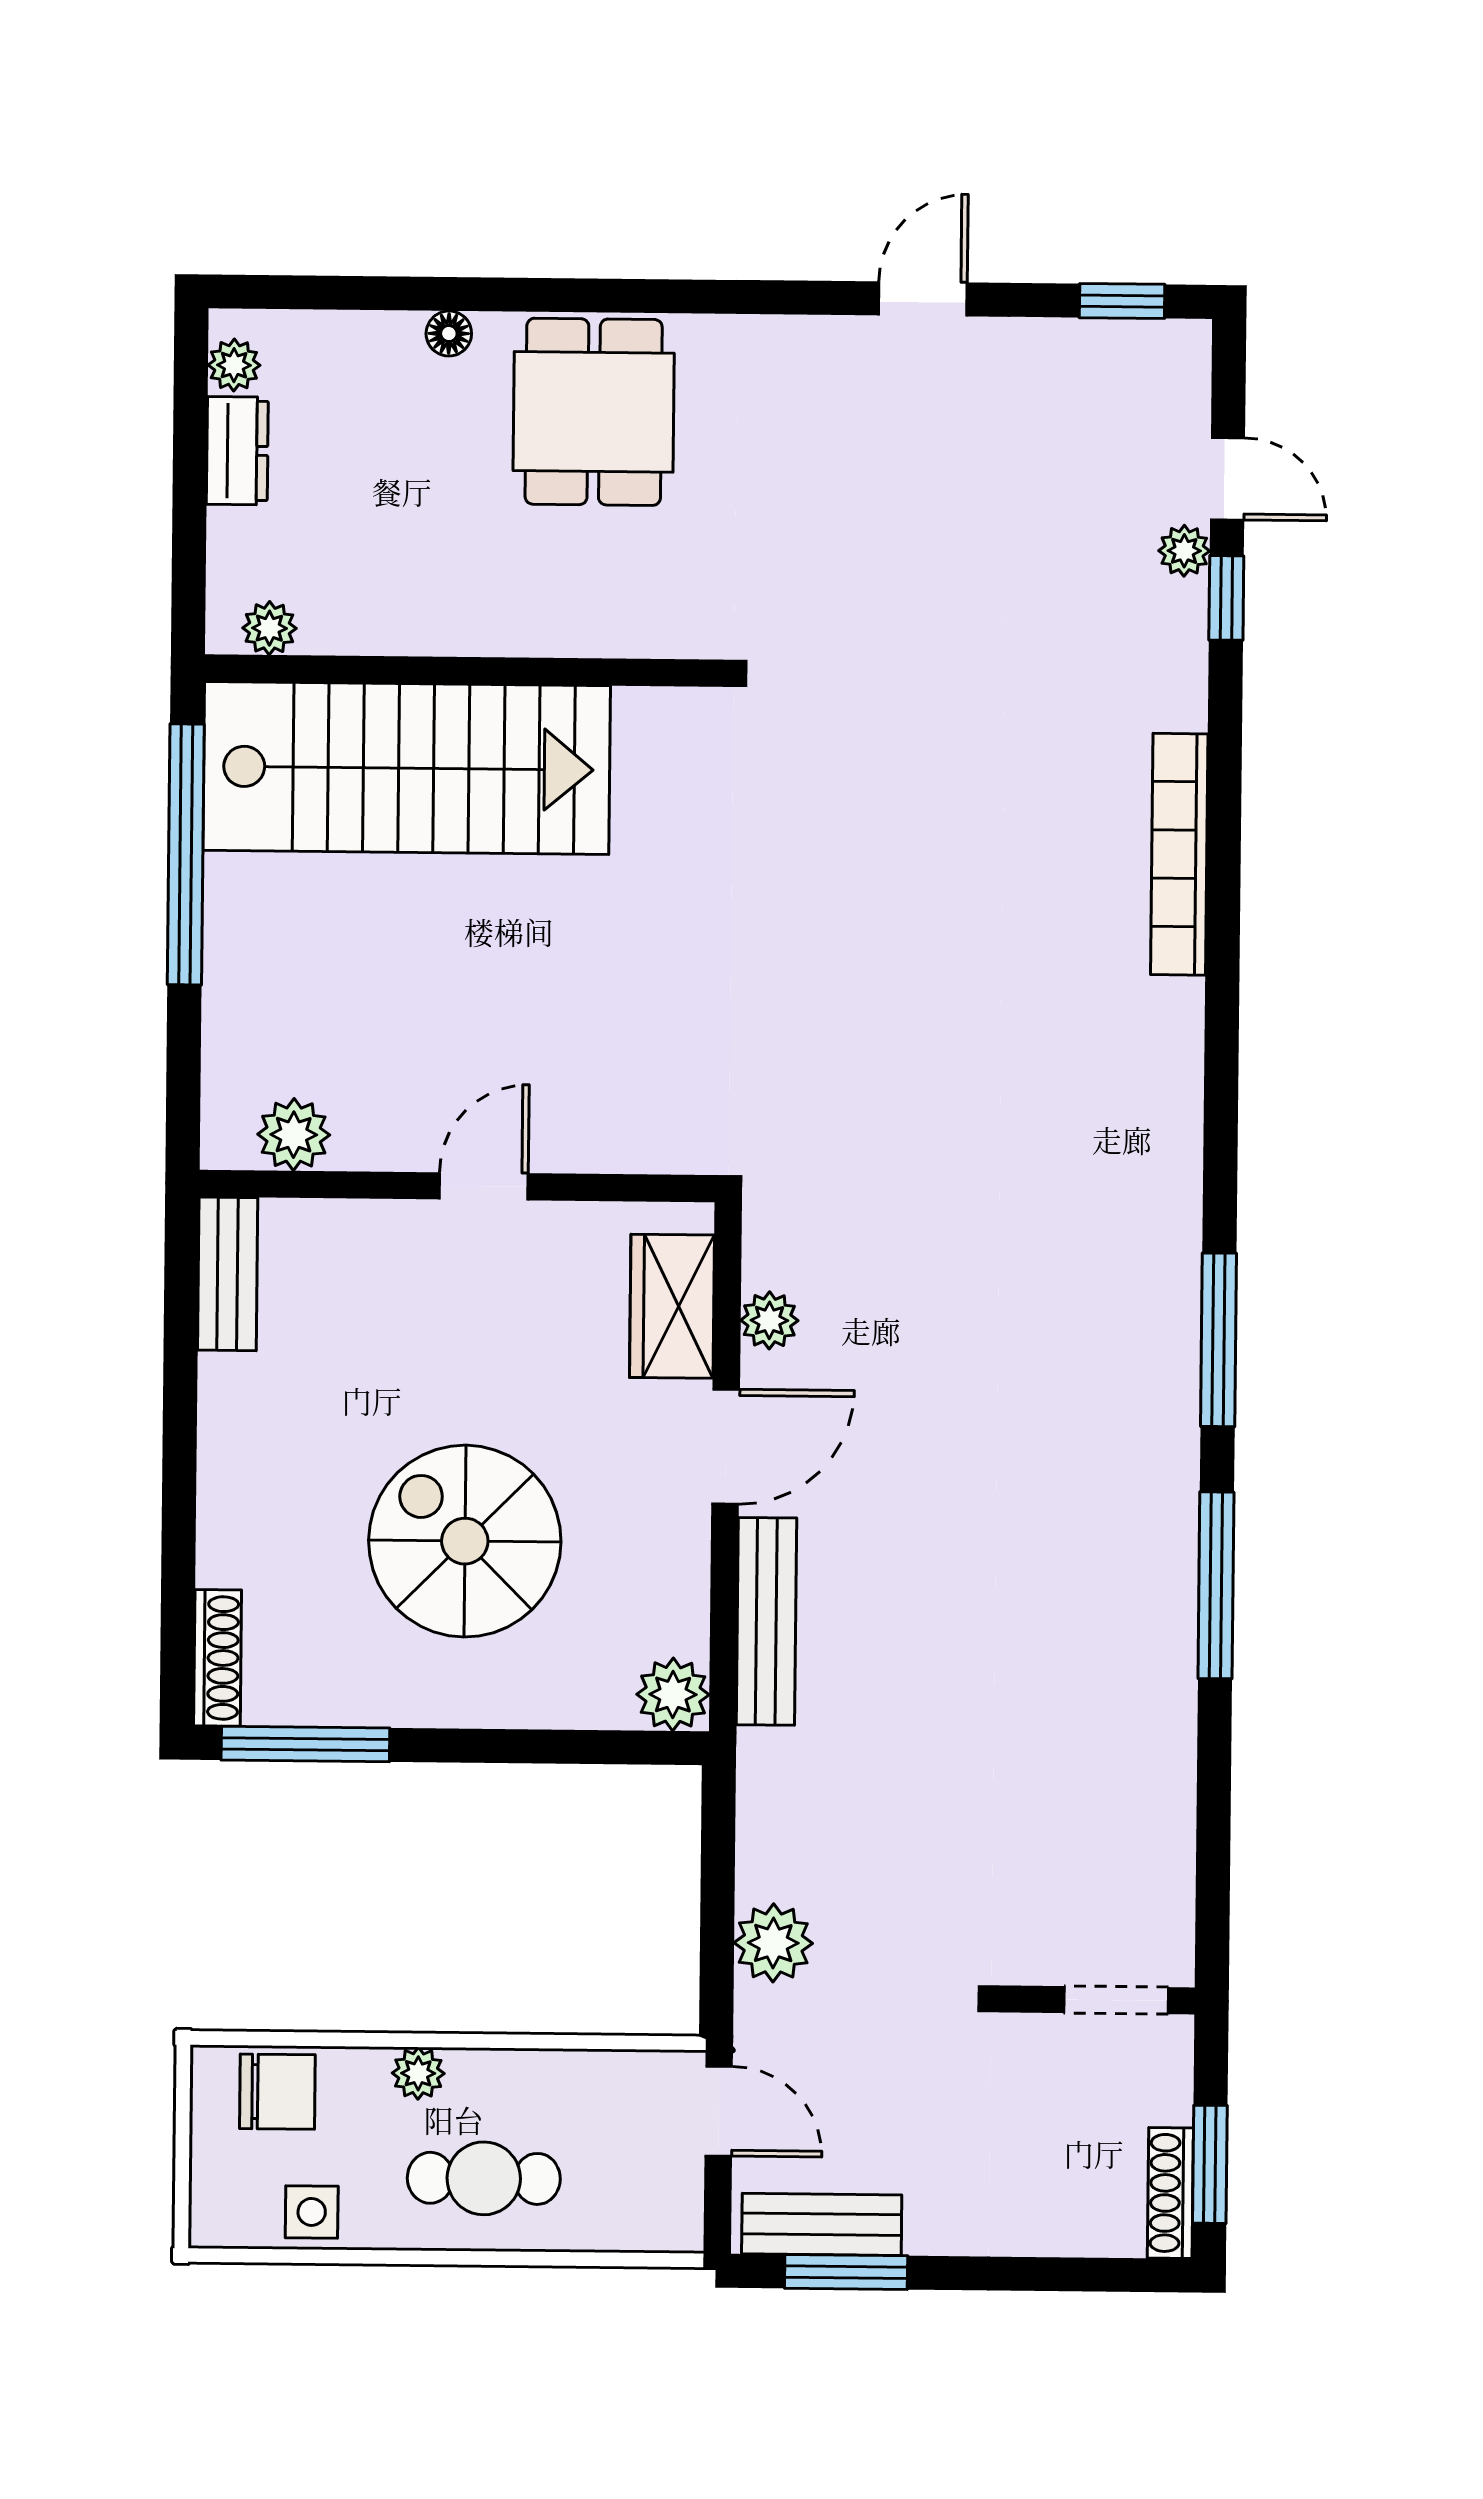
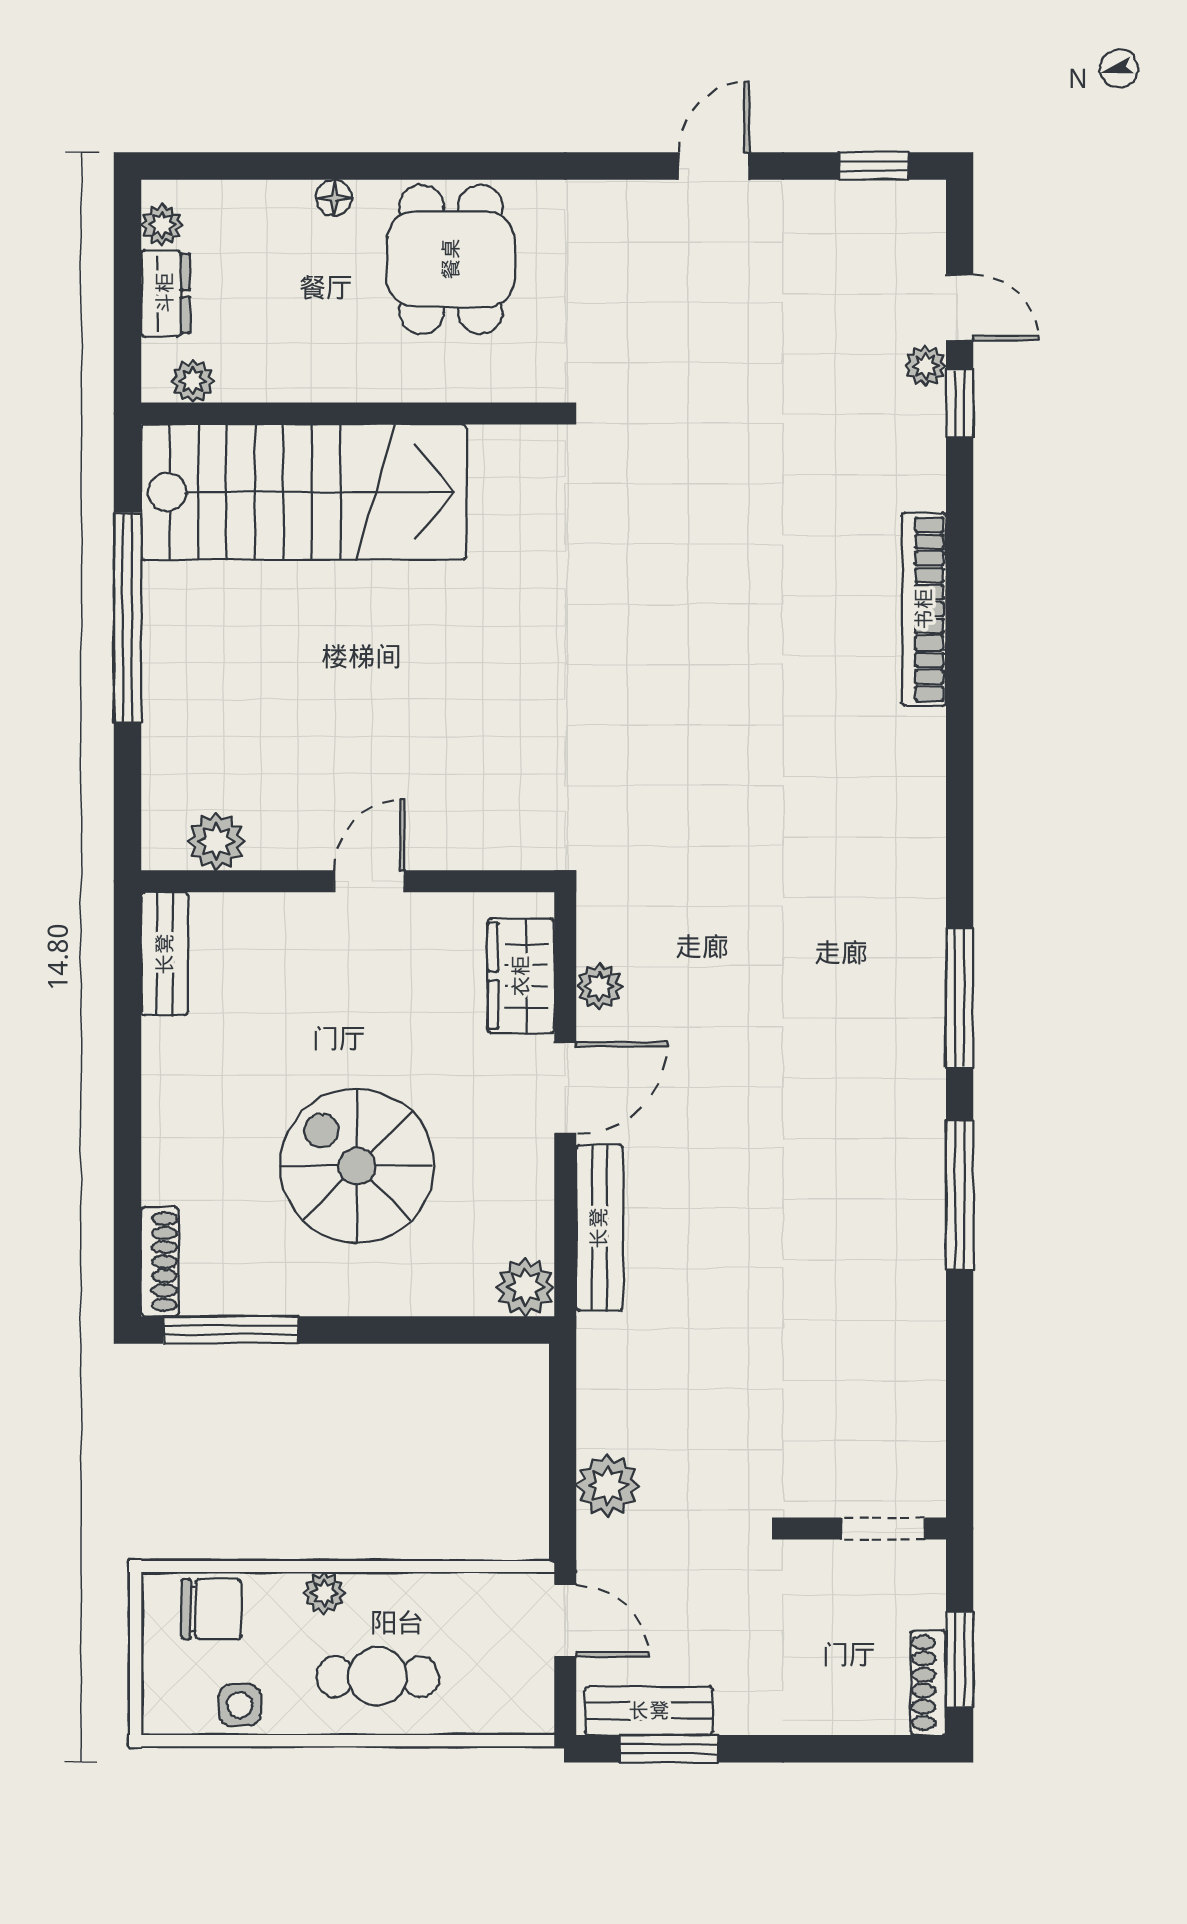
plant: (269, 628) -> (193, 381), moved
wall: (462, 671) -> (348, 413), moved
stairs: (407, 768) -> (304, 492), moved

